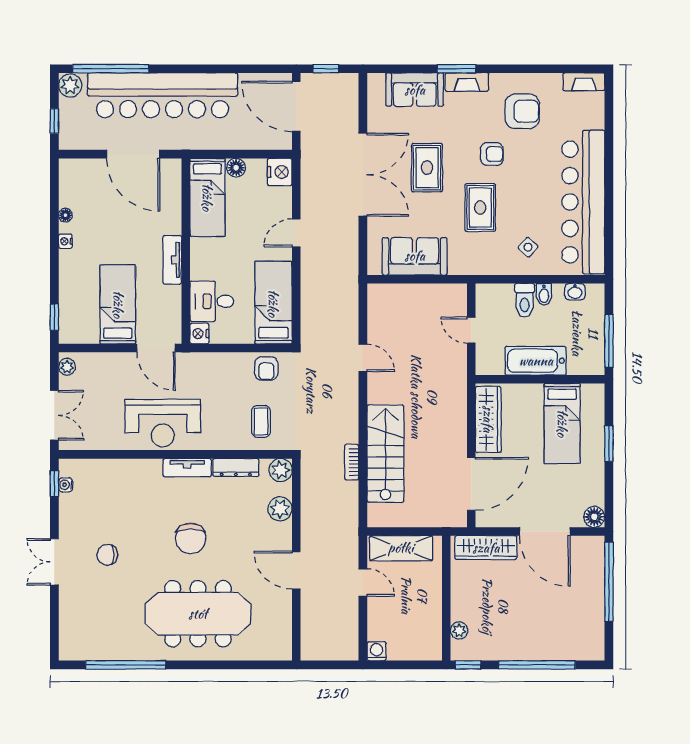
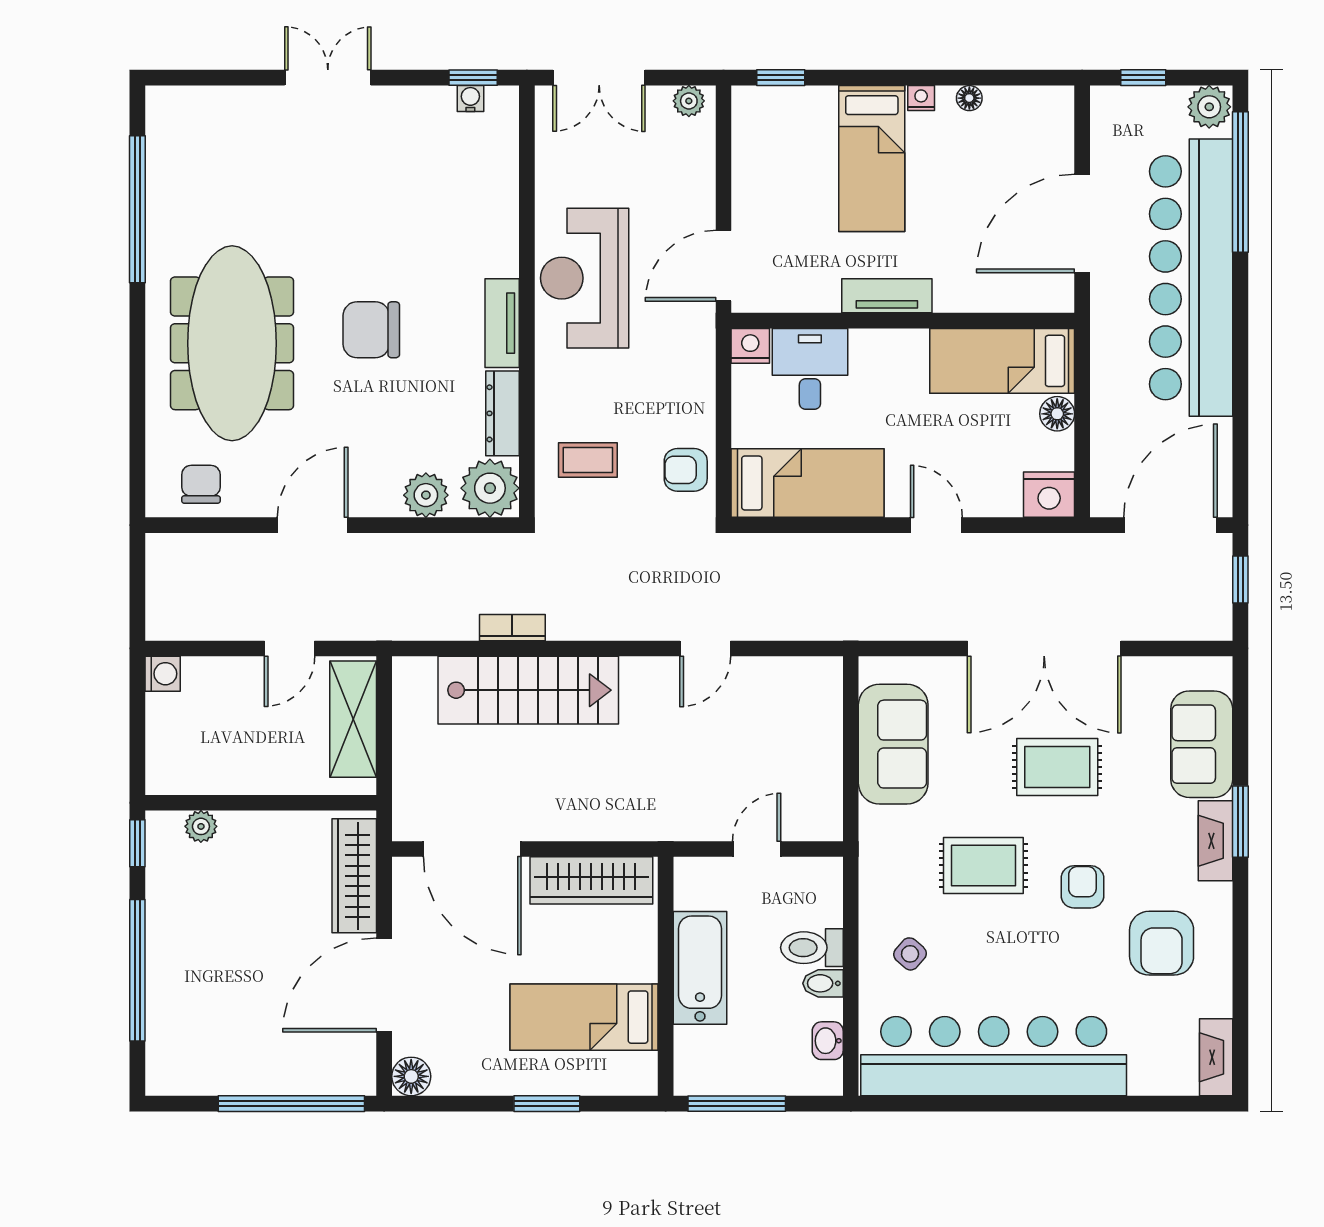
armchair: (492, 154) -> (1082, 887), turned 180
bed: (118, 304) -> (872, 159), moved, turned 90
plant: (280, 470) -> (490, 488), width x1.36, depth x1.36
chair: (107, 555) -> (201, 484), moved

